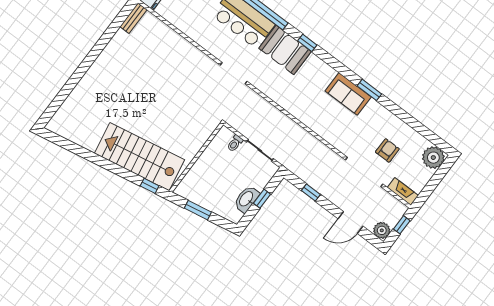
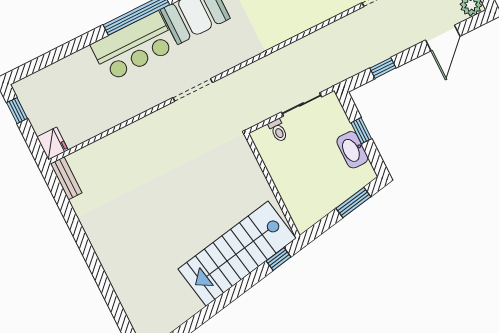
window: (198, 210) -> (353, 202), moved

